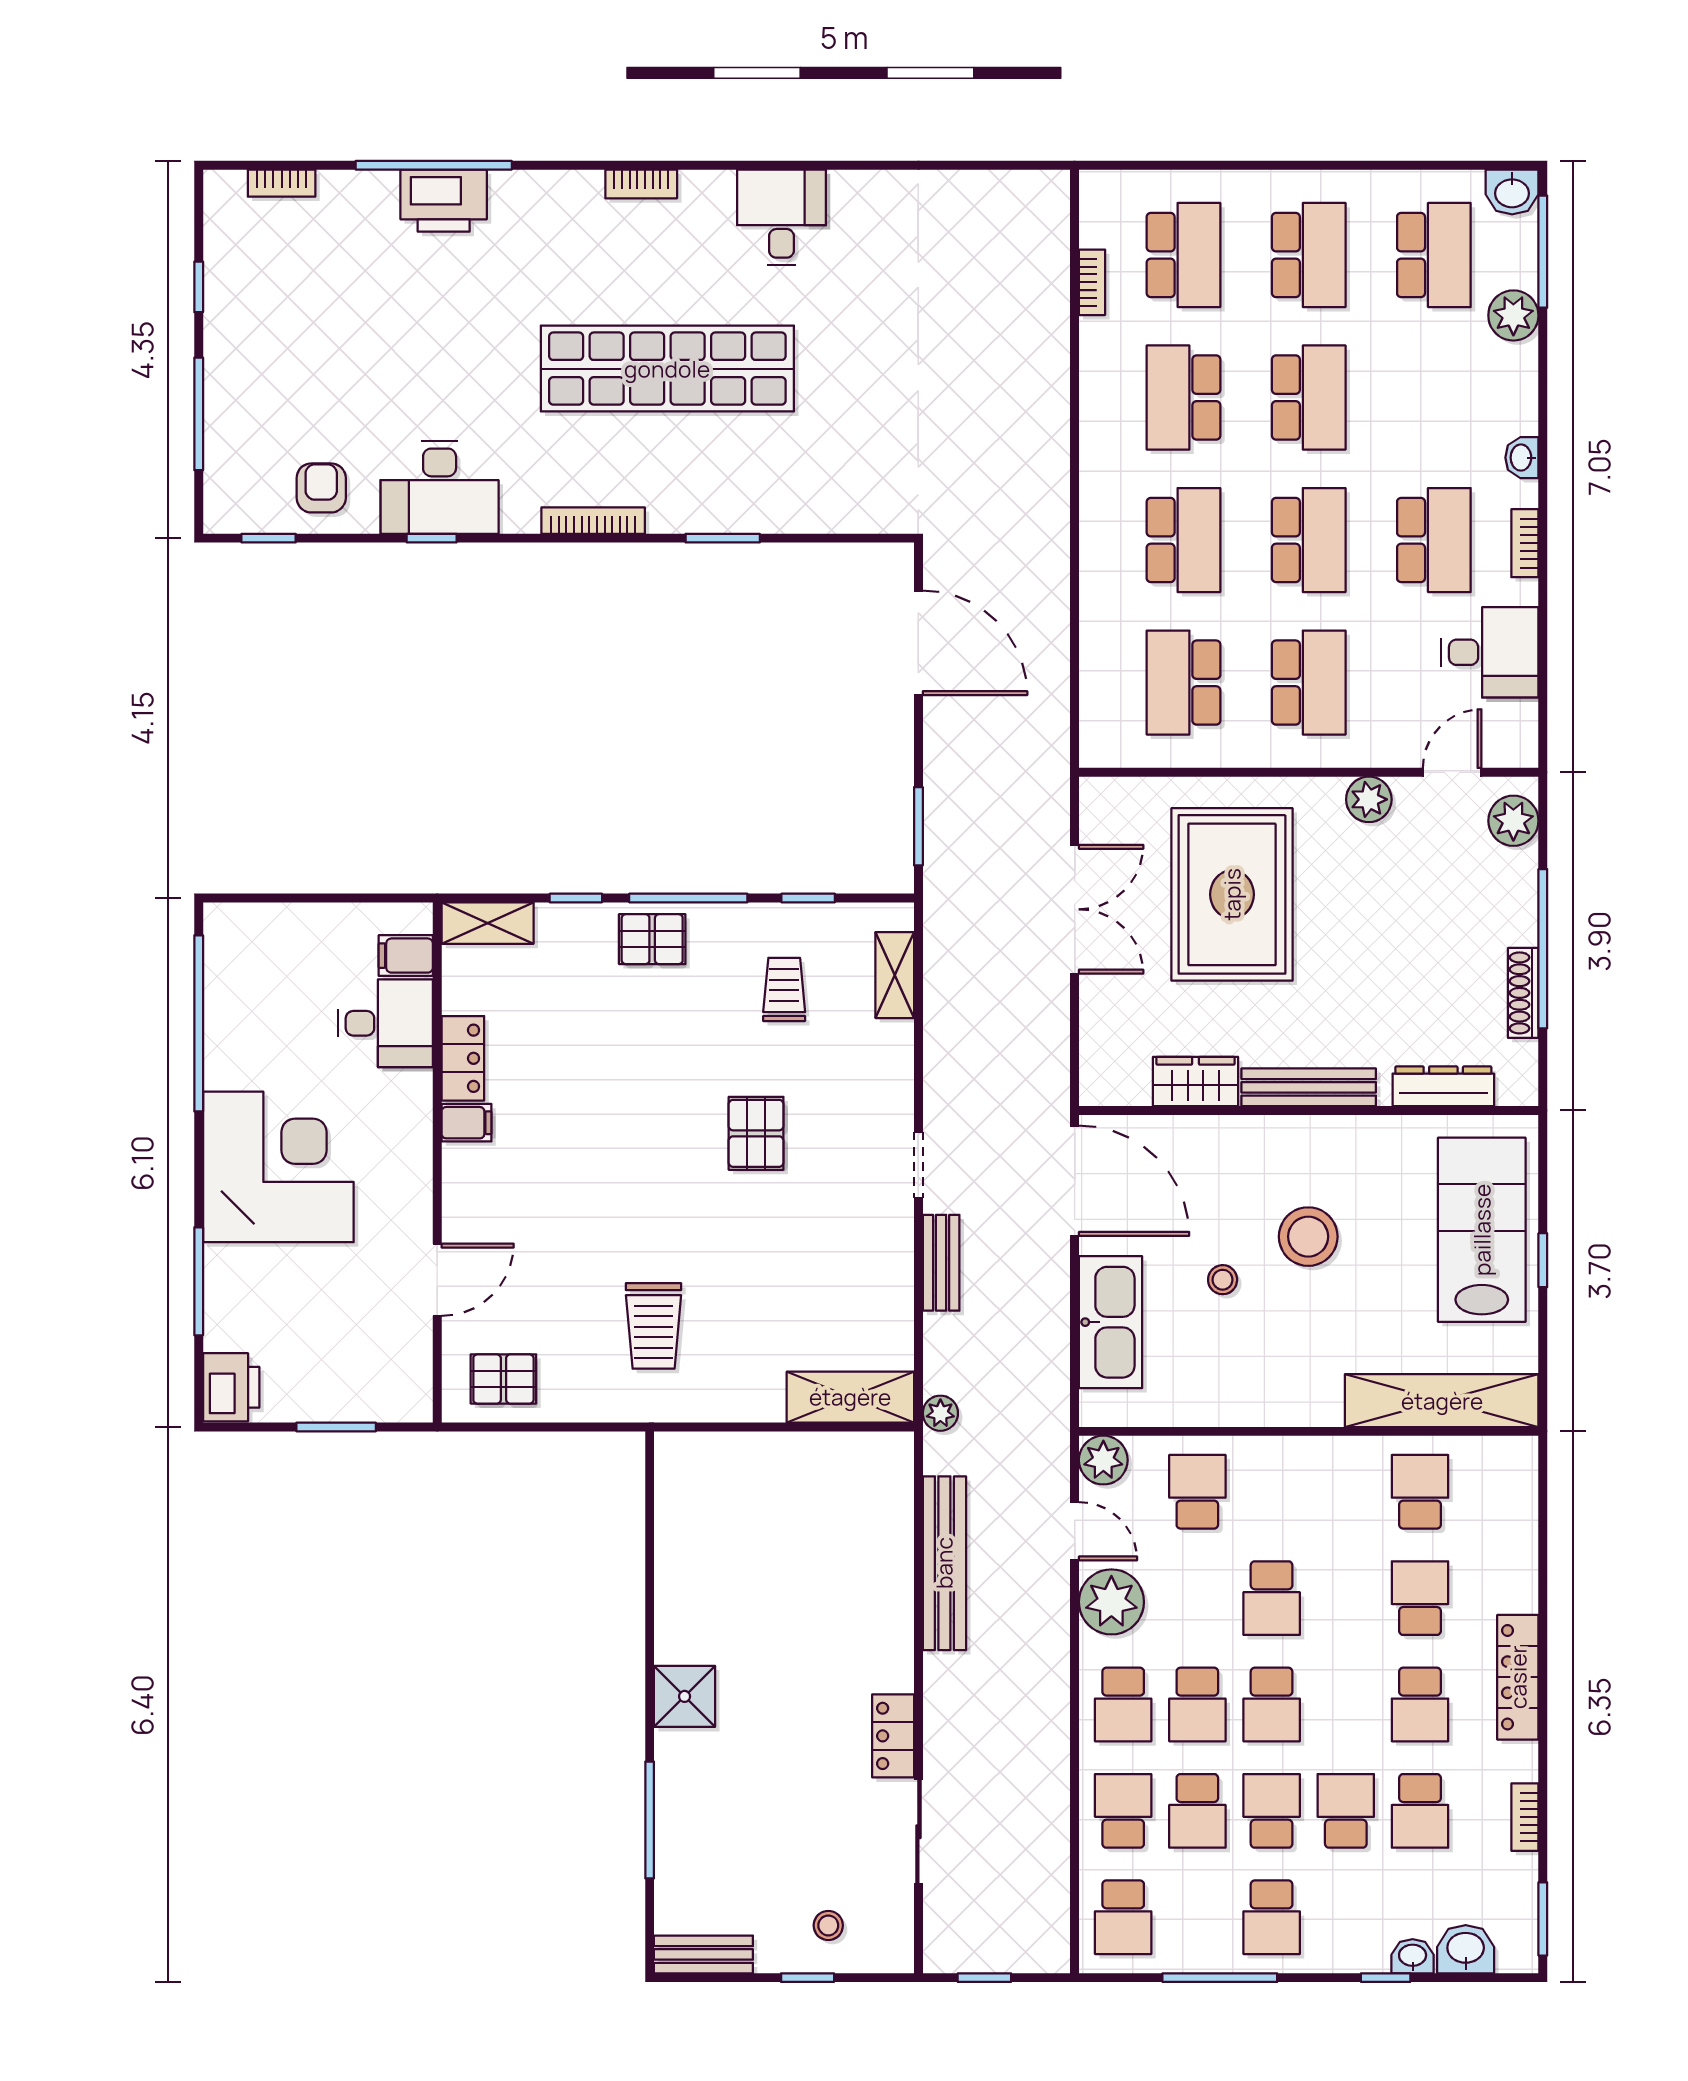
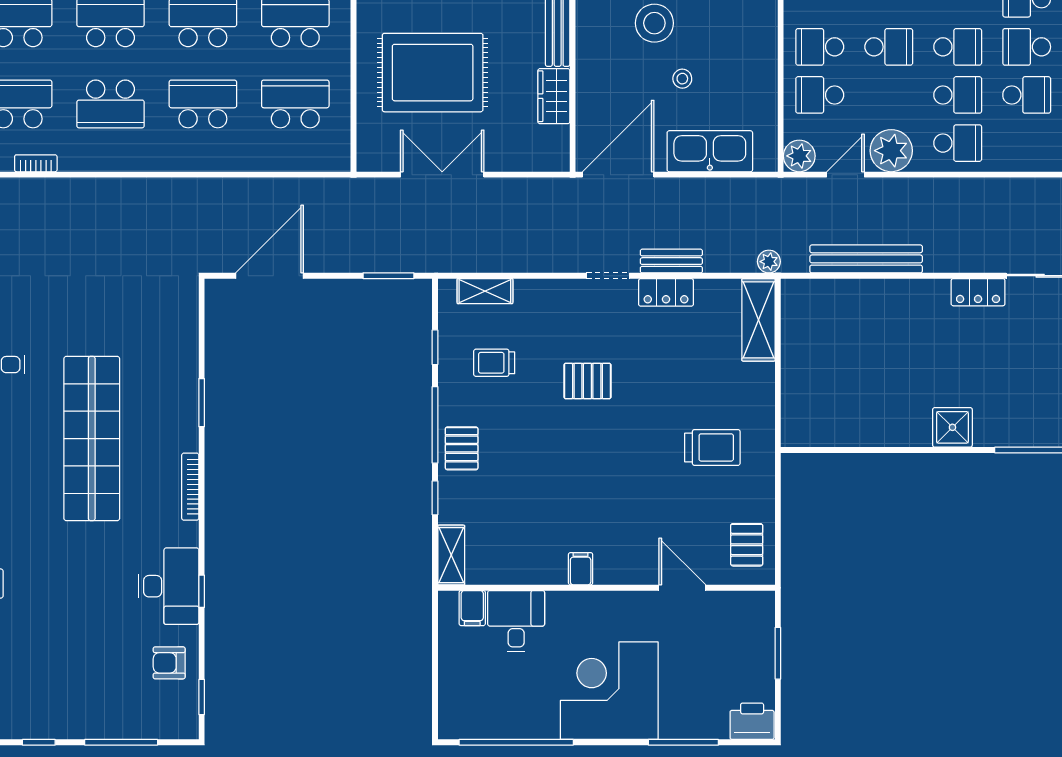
school desk: (1184, 683) -> (295, 104), turned 180
locker: (463, 1058) -> (666, 292), moved, turned 180
school desk: (1123, 1811) -> (820, 47), moved

